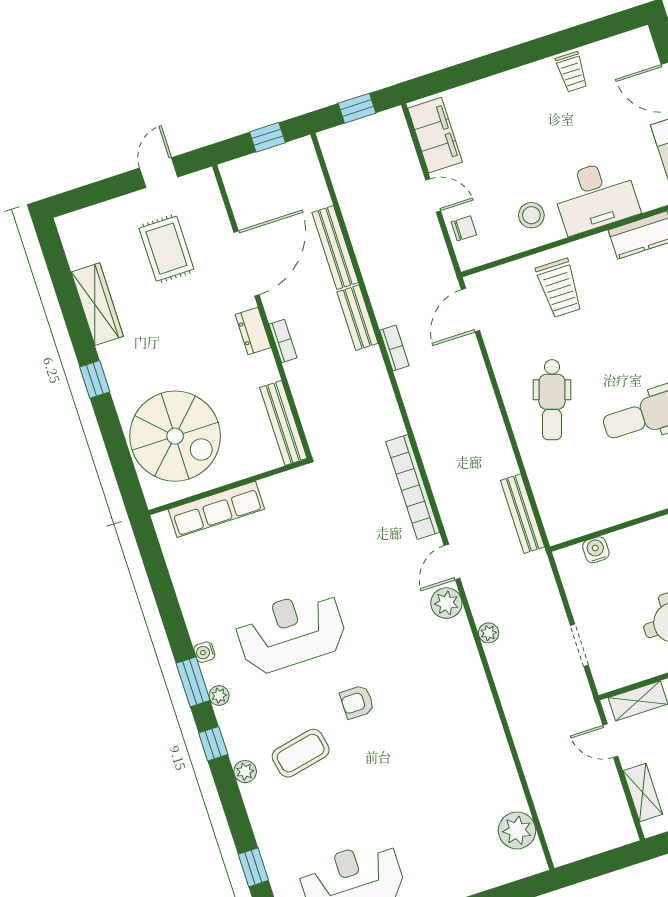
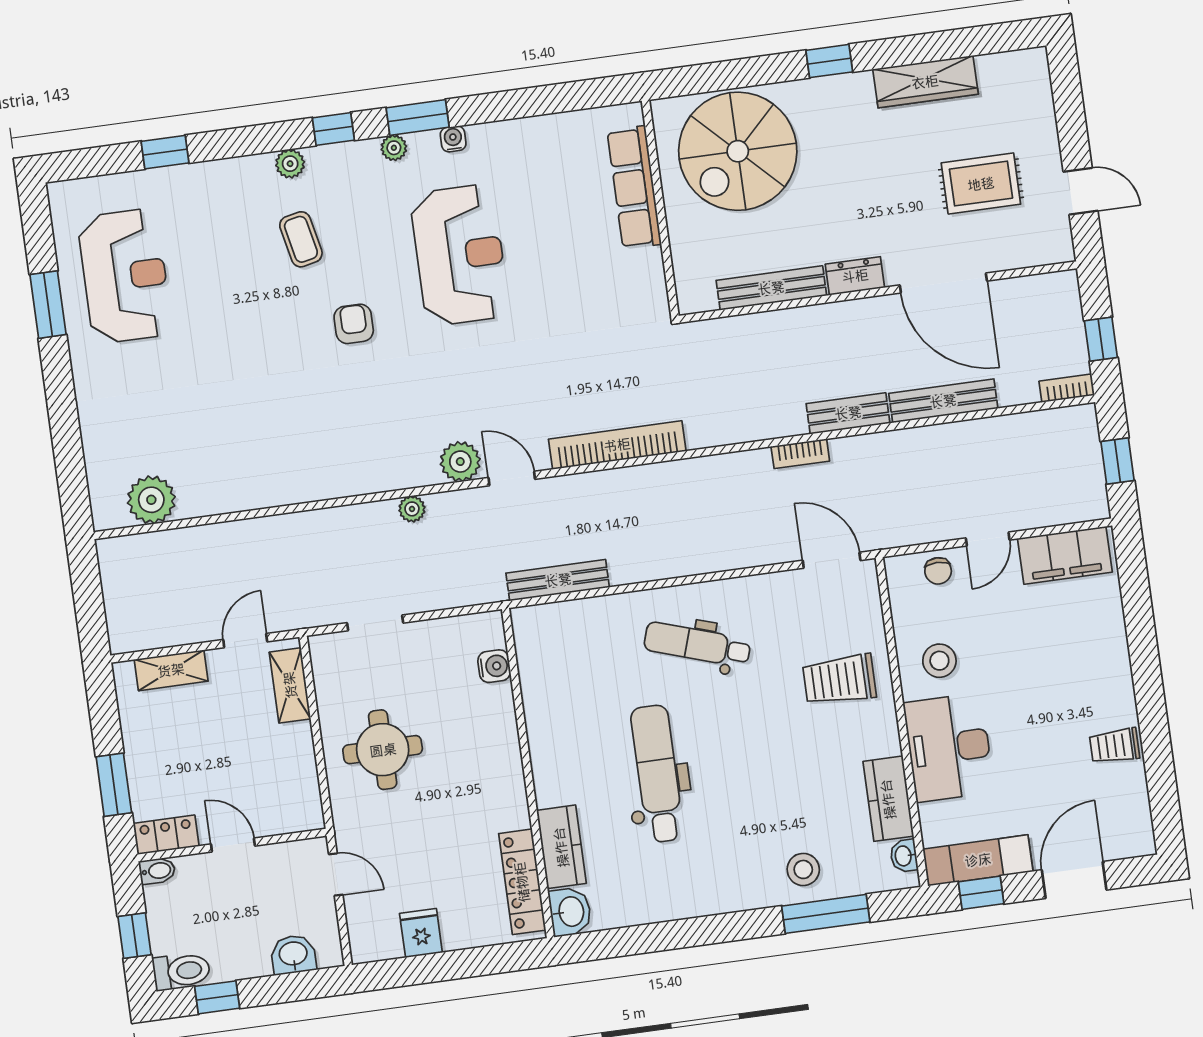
bookcase: (283, 341) -> (1067, 388), moved, turned 180
bench: (283, 423) -> (771, 288), moved
coffee table: (301, 753) -> (301, 239), width x0.73, depth x0.77

